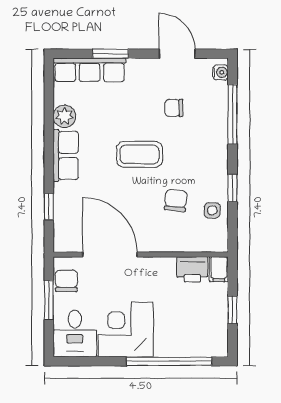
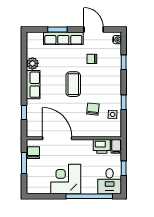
row of seats: (90, 70) -> (63, 38), moved
window: (233, 114) -> (124, 62), width x0.46
coffee table: (139, 154) -> (73, 84), turned 90
desk: (75, 334) -> (110, 181), moved

